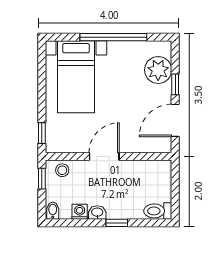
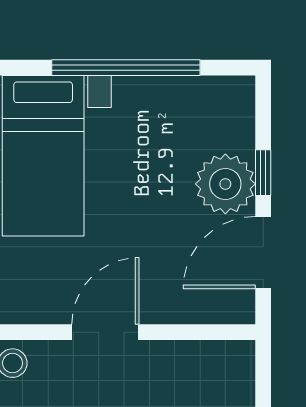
plant: (158, 70) -> (225, 184), moved

